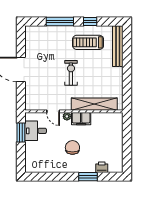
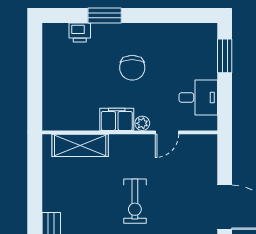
shelving: (94, 104) -> (80, 145), width x0.68
door: (53, 111) -> (167, 132), swing flipped
window: (21, 132) -> (225, 56), moved

